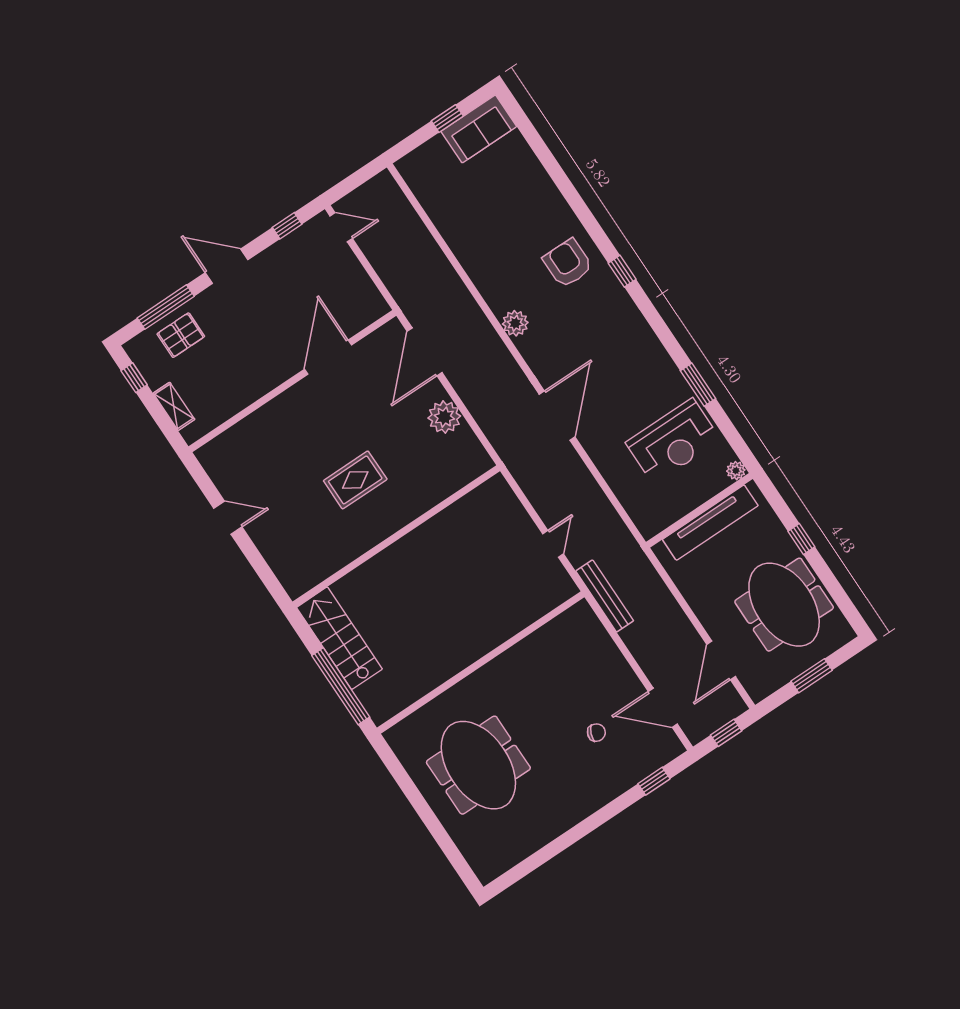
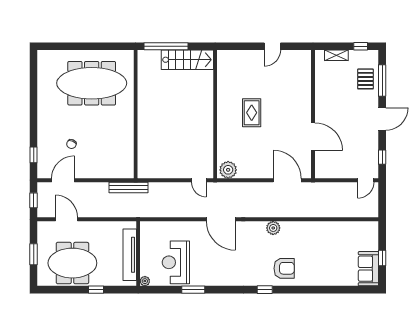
plant: (444, 417) -> (228, 170), moved
door: (553, 544) -> (199, 180), moved
meeting table: (478, 765) -> (92, 83), width x1.36

